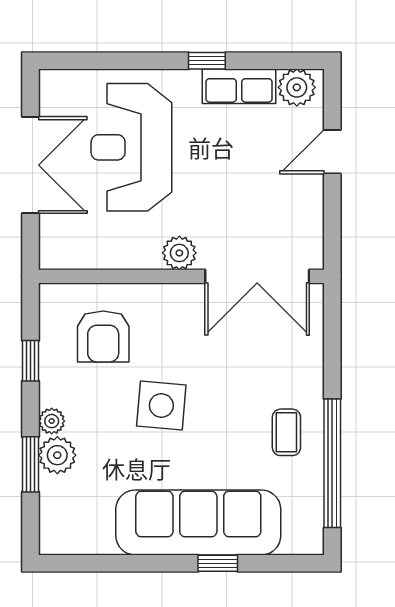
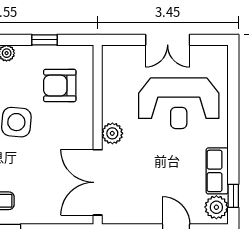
window: (207, 61) -> (233, 196), moved
reception desk: (131, 147) -> (179, 103), turned 180
double door: (31, 165) -> (168, 40), width x0.73

